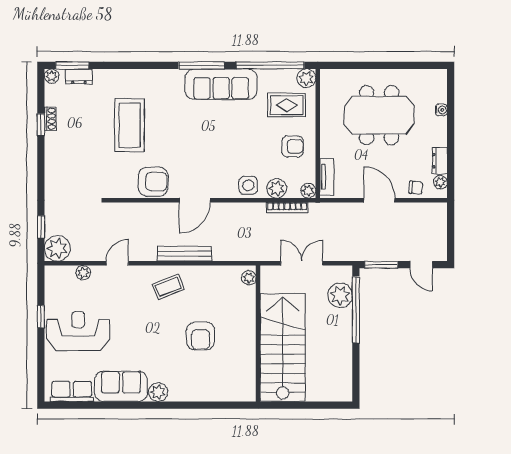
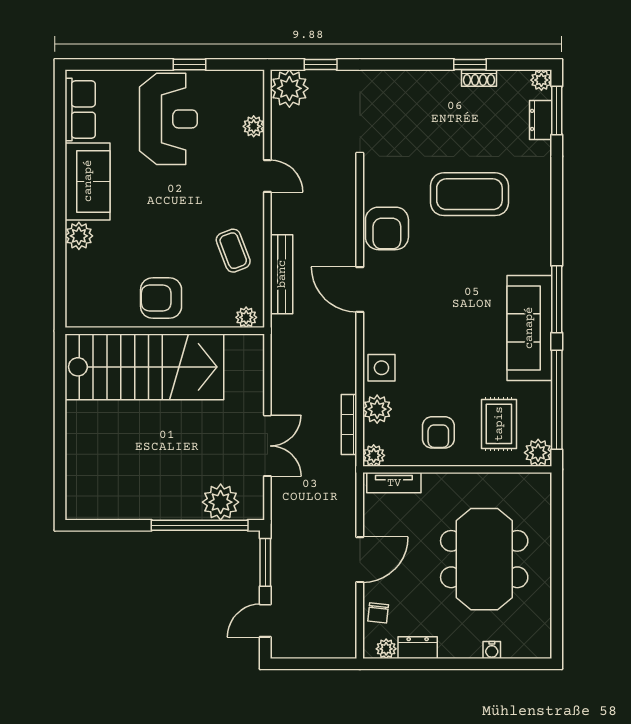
plant: (249, 278) -> (246, 317), moved
wall: (258, 333) -> (165, 331), moved
stairs: (283, 347) -> (144, 367), moved

